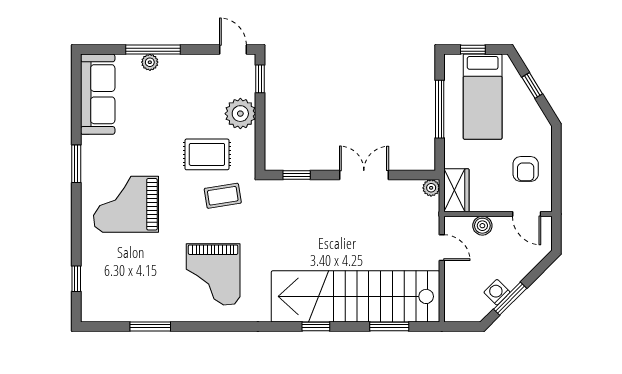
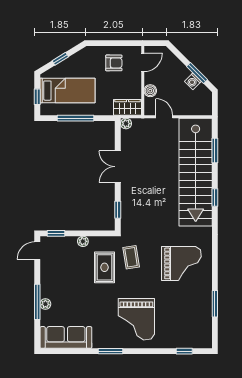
plant: (240, 114) -> (83, 241), width x0.53, depth x0.53
door: (442, 248) -> (164, 117), hinge flipped

